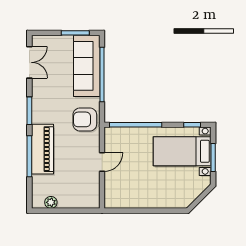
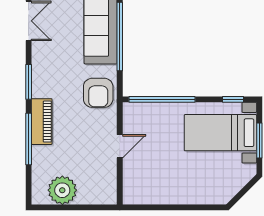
armchair: (85, 119) -> (98, 93), turned -90
piano: (43, 149) -> (42, 122), width x0.73, depth x0.75
plant: (51, 202) -> (62, 190), width x1.88, depth x1.88

